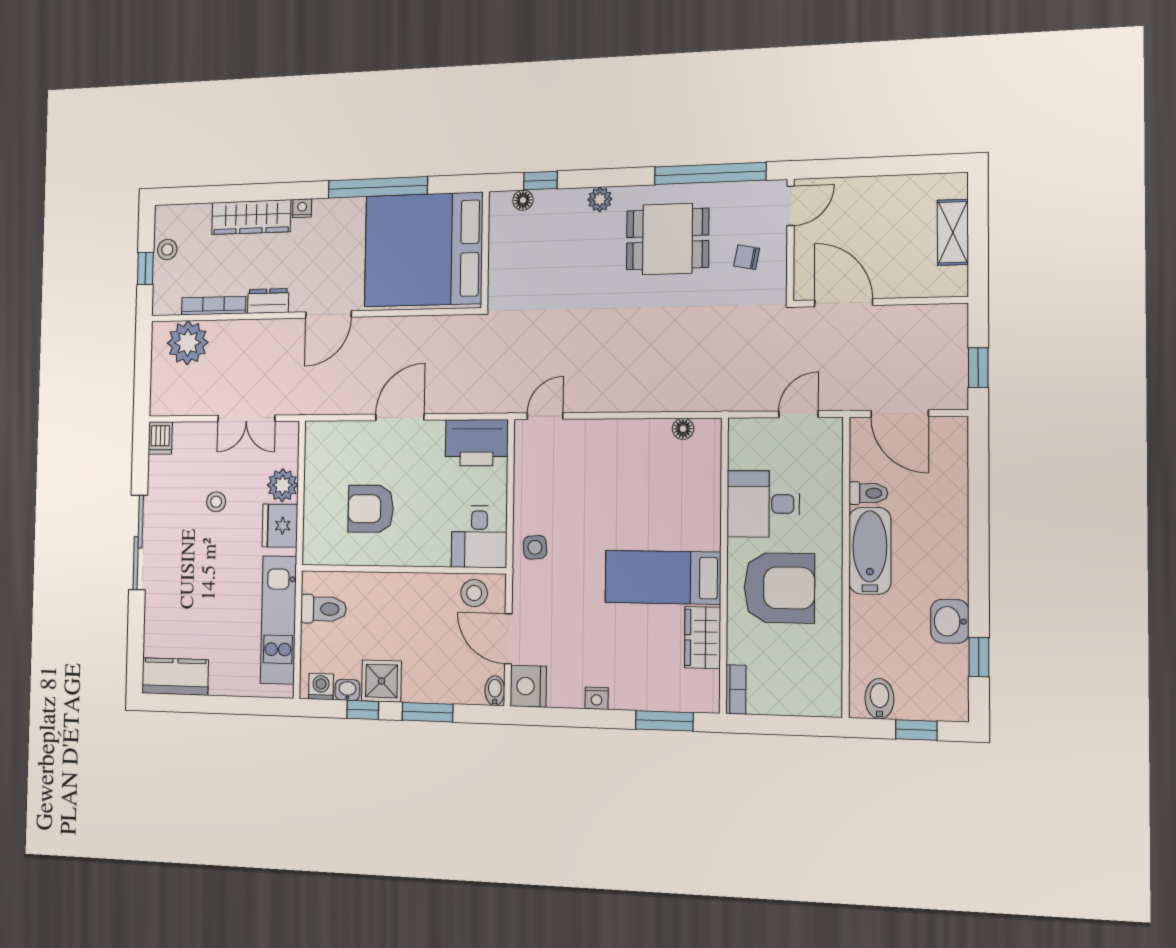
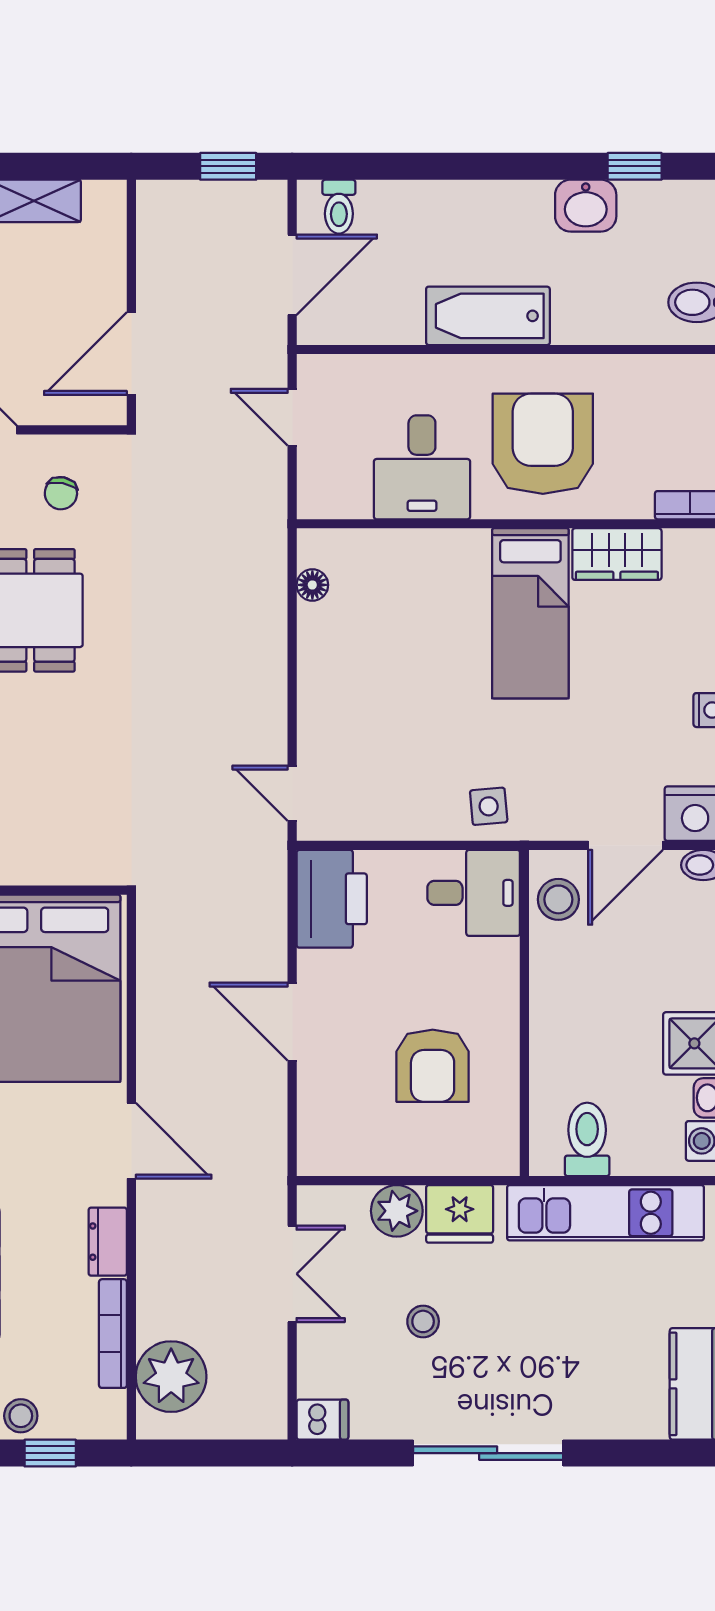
toilet: (868, 493) -> (339, 207), moved, turned 180

